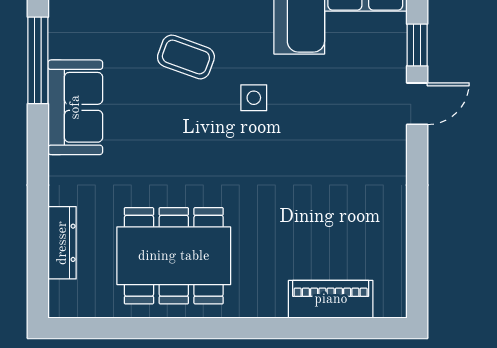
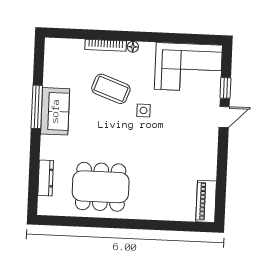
coffee table: (186, 57) -> (111, 89), width x1.36, depth x1.30
window: (38, 60) -> (37, 107), moved
piano: (331, 299) -> (206, 201), moved, turned -90

